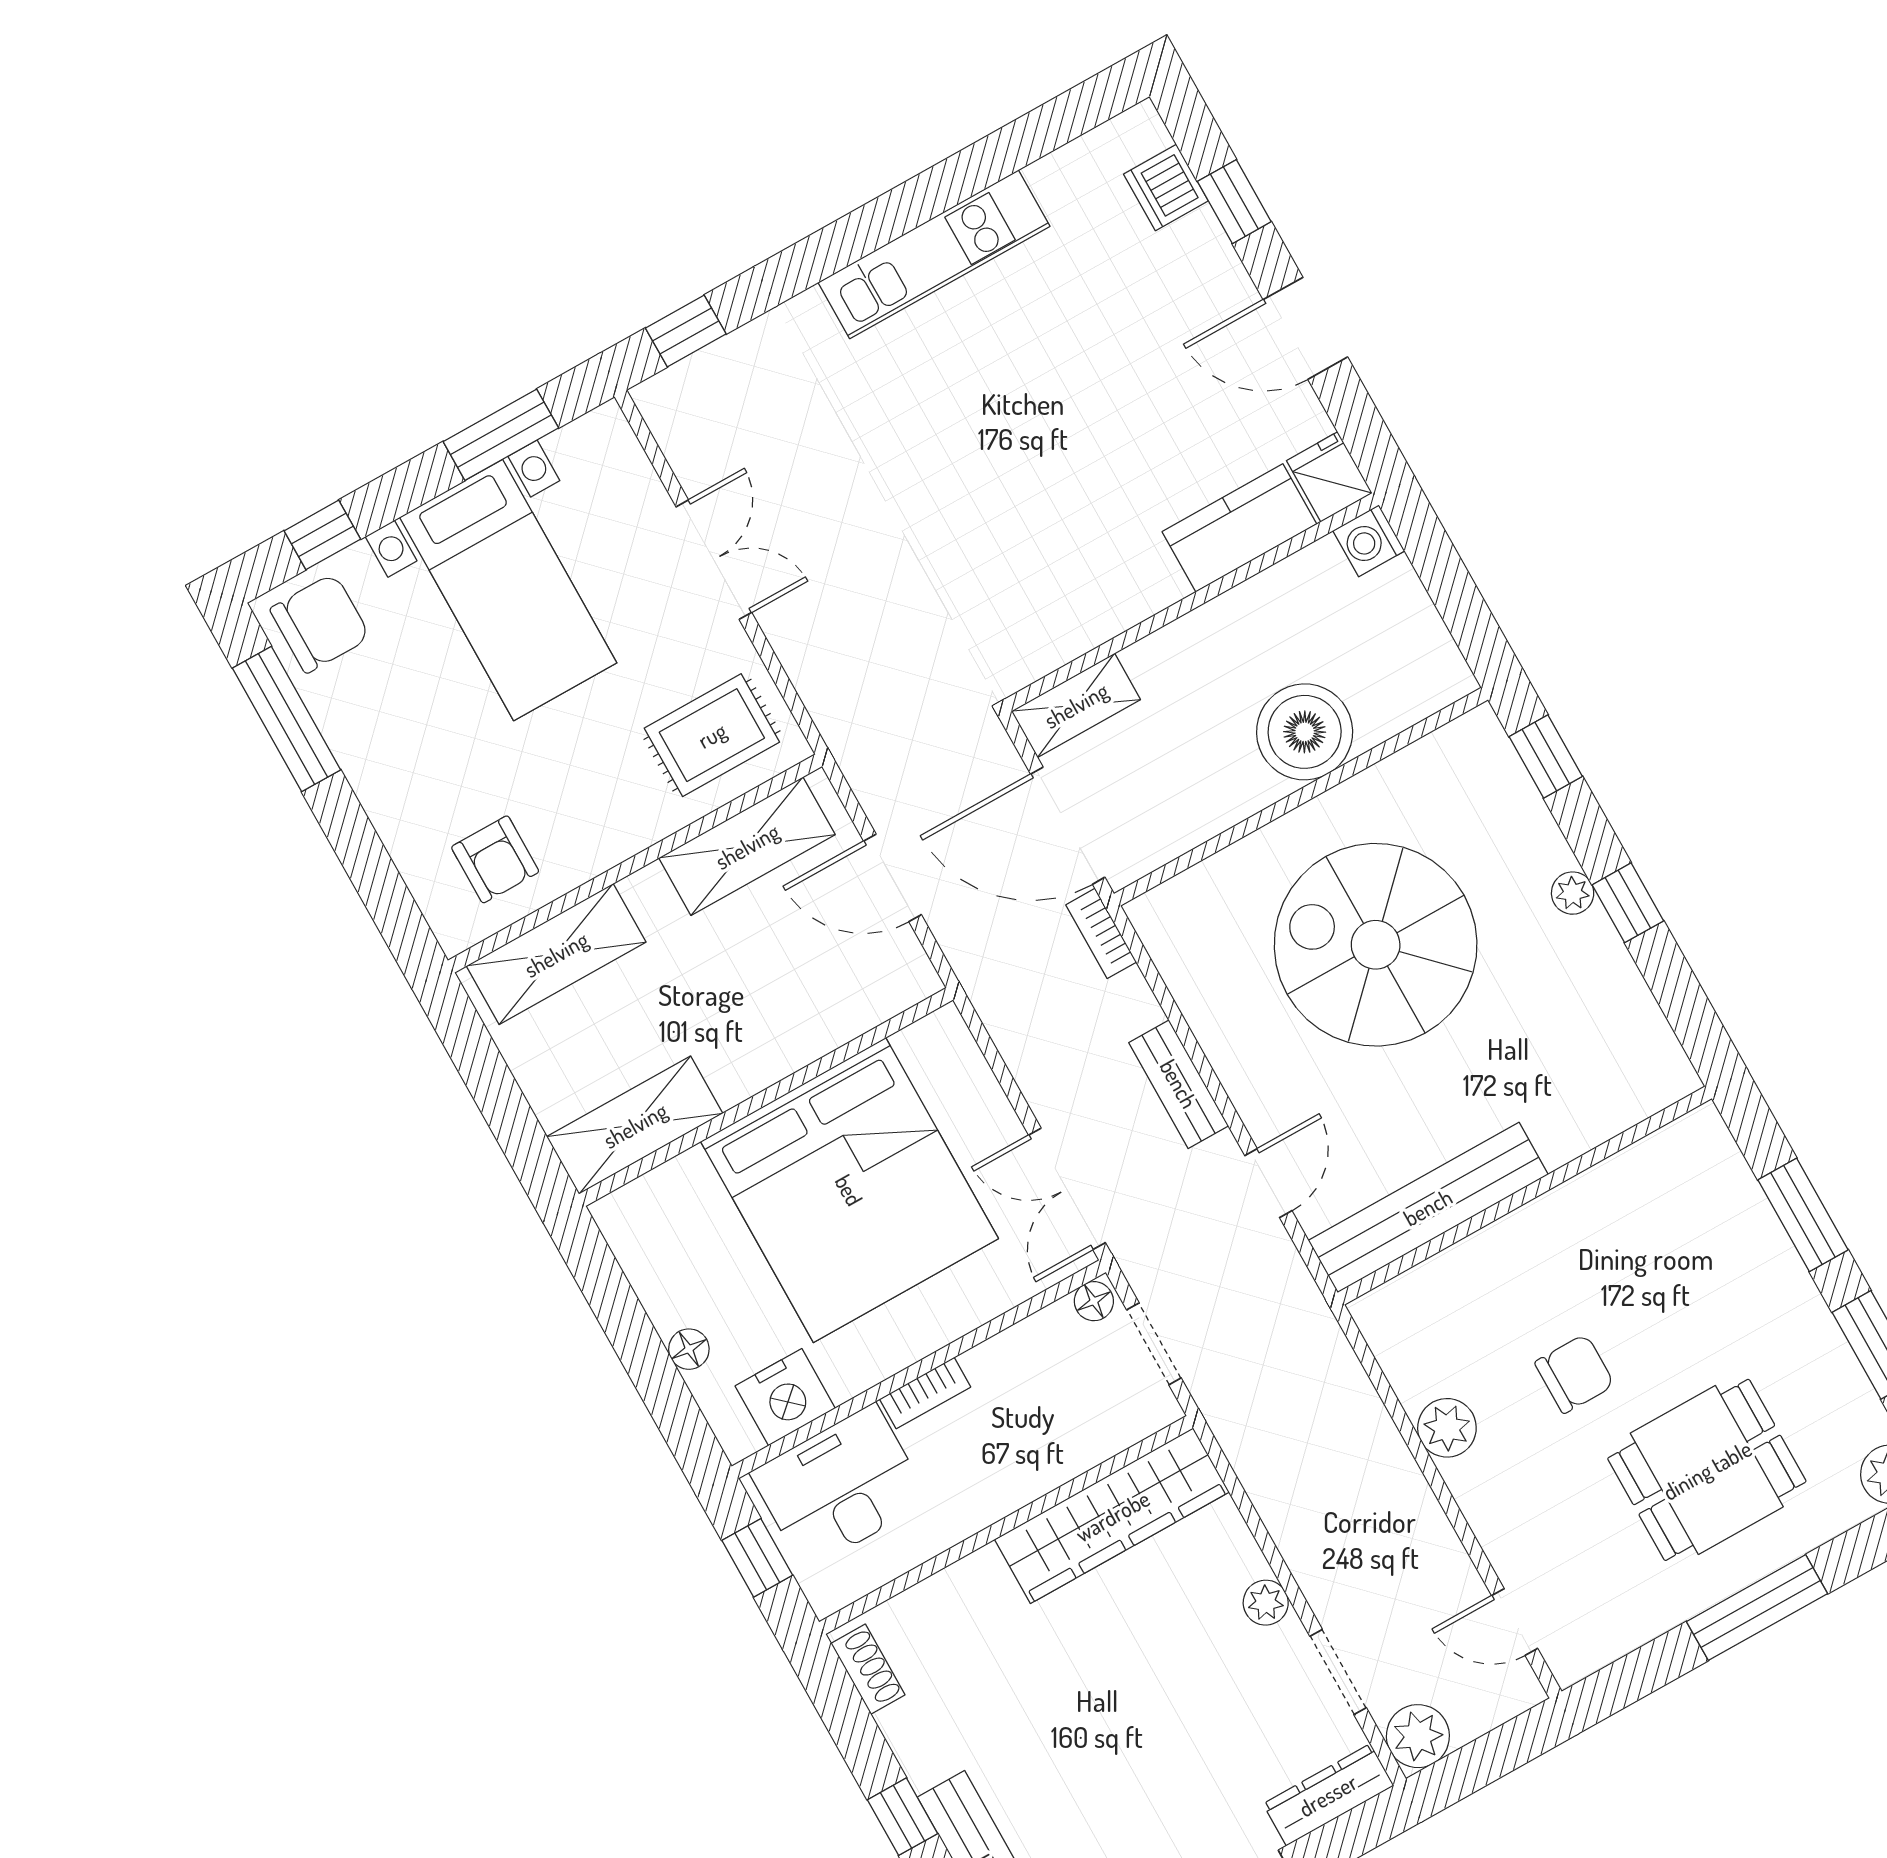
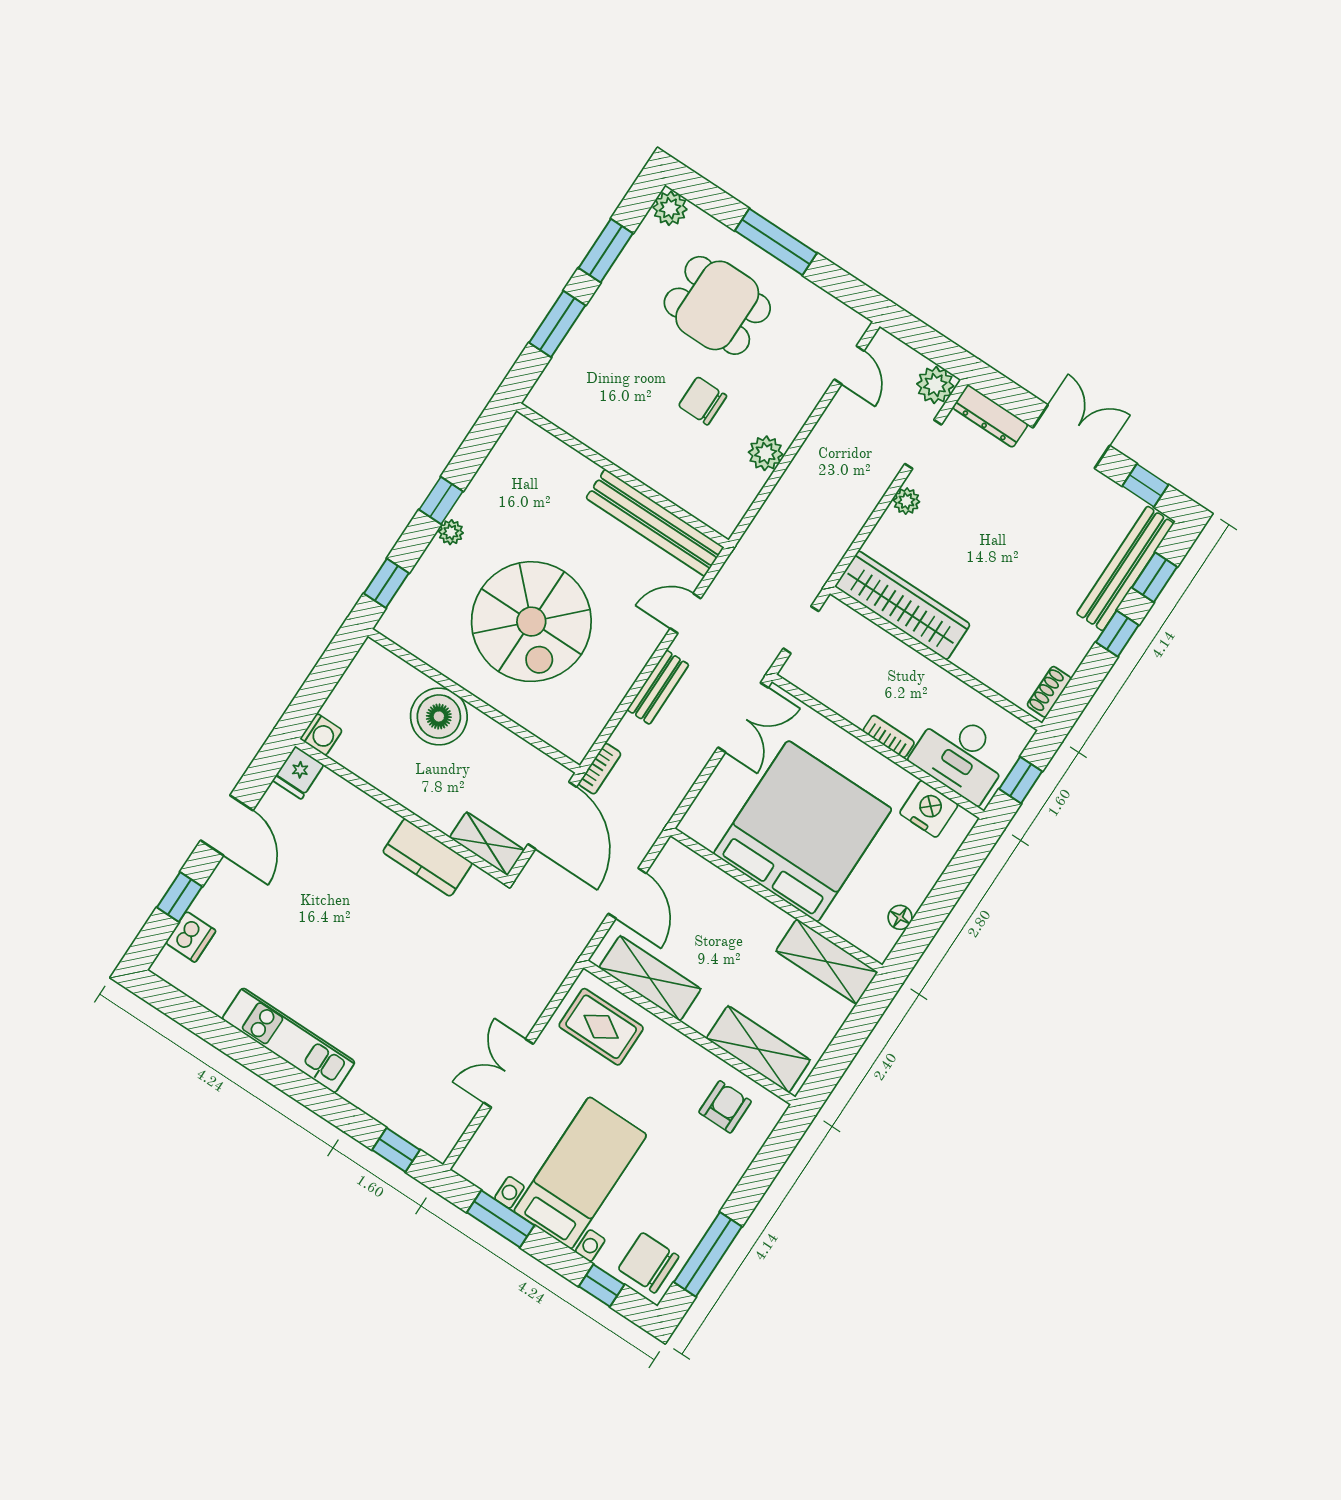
kitchen counter: (1239, 528) -> (428, 857), moved
floor lamp: (1094, 1301) -> (795, 673), removed
floor lamp: (689, 1349) -> (900, 917), moved

